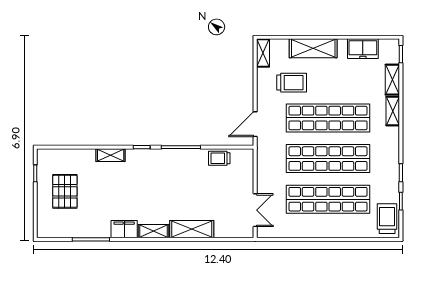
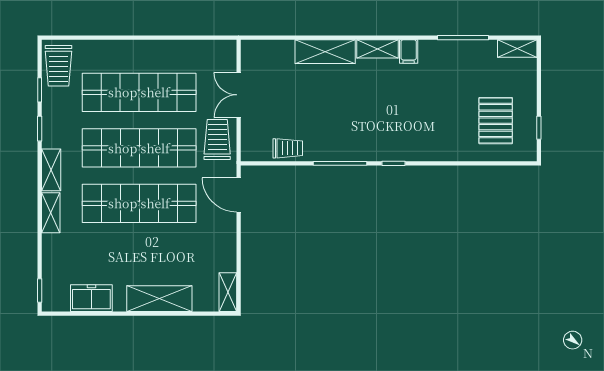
shelving: (392, 80) -> (51, 170), moved
trolley: (292, 83) -> (217, 140), moved, turned 90
door: (255, 124) -> (239, 195), swing flipped
shelving: (111, 155) -> (517, 49), moved
pallet: (65, 191) -> (496, 121), moved
double door: (255, 210) -> (239, 95), moved
filing cabinet: (124, 229) -> (409, 52), width x0.50

